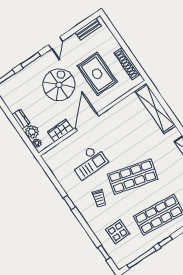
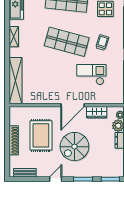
shoe rack: (127, 64) -> (14, 140), moved

